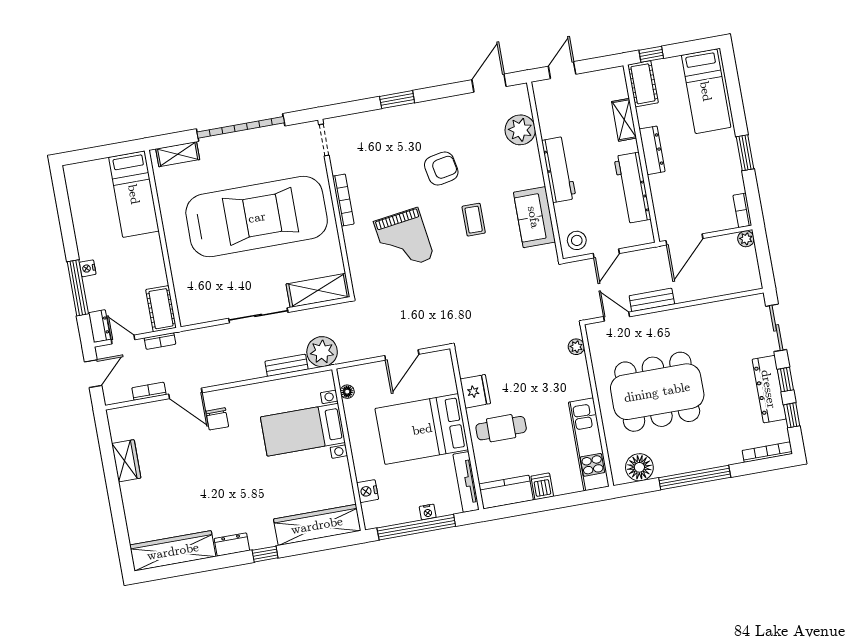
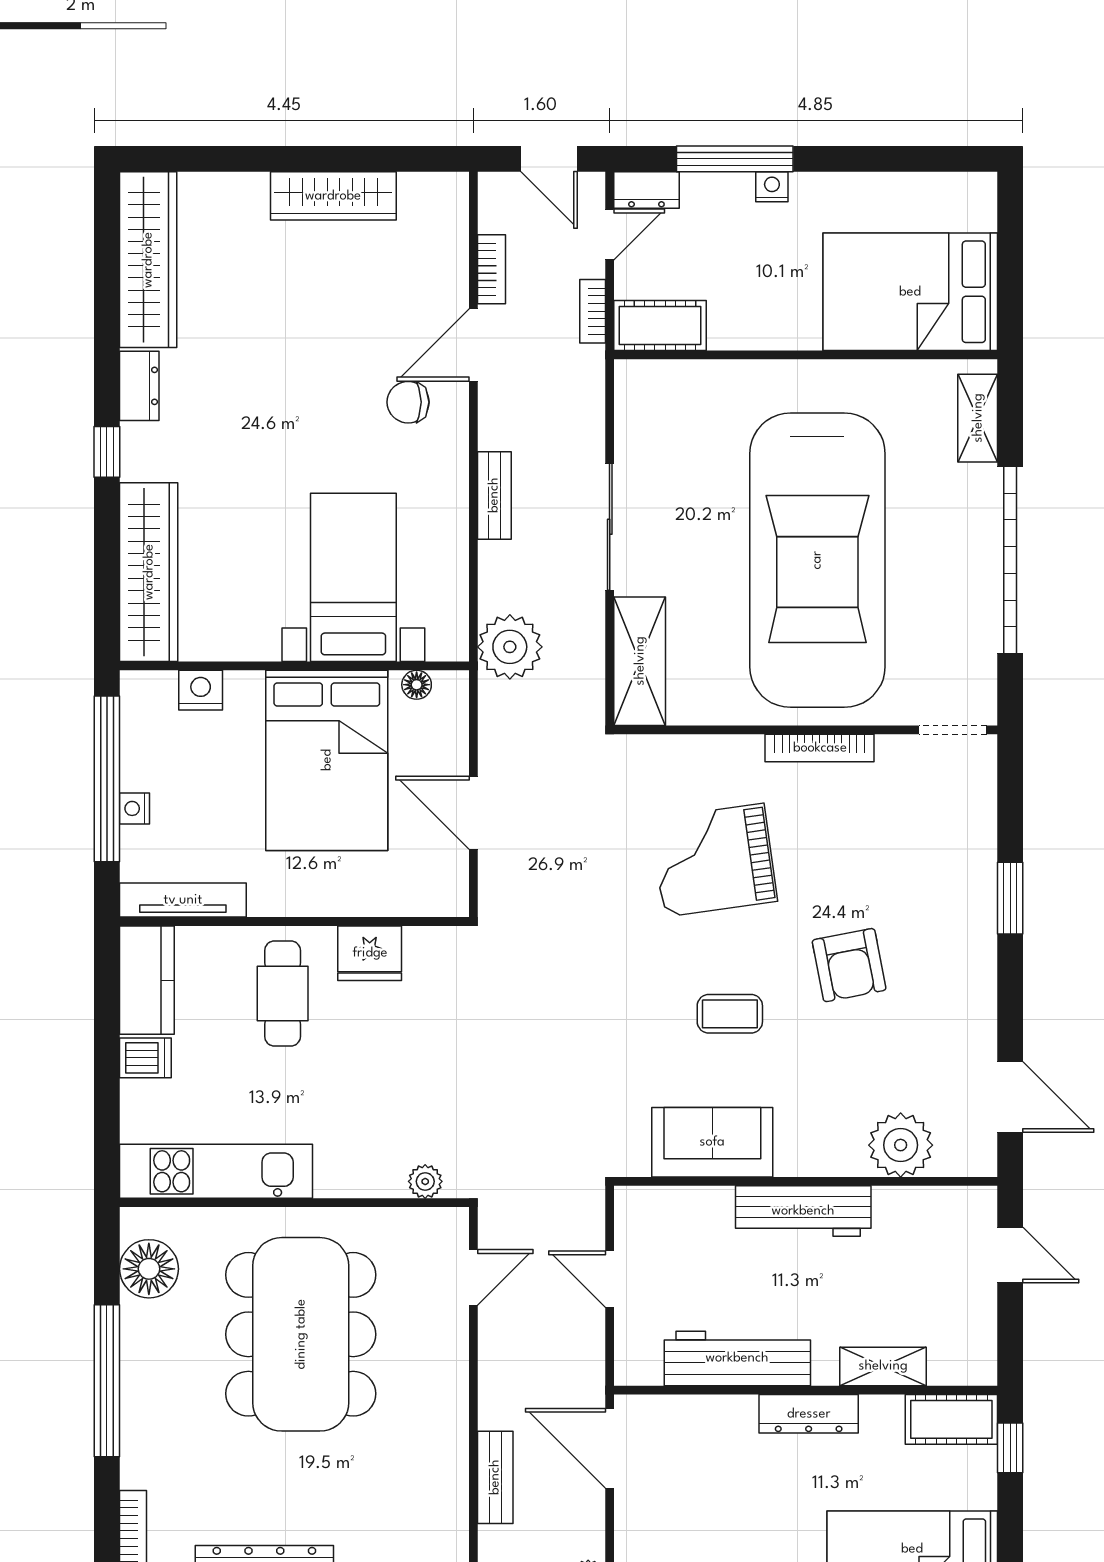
bed: (134, 194) -> (910, 292), width x1.50
stool: (577, 240) -> (648, 1222), removed
bench: (652, 300) -> (495, 1477), moved
bench: (287, 365) -> (494, 495), moved
bed: (422, 429) -> (327, 760), moved, turned 180
wardrobe: (126, 461) -> (333, 196), width x1.50

